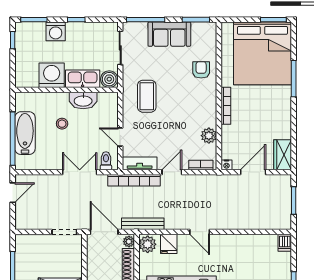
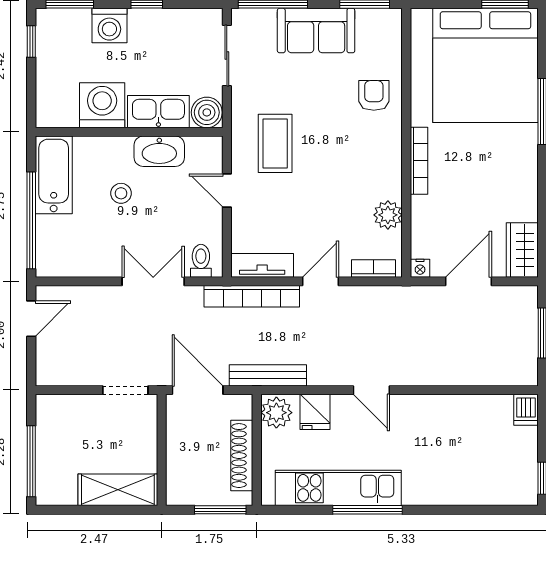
bathtub: (25, 133) -> (54, 175), moved
door: (120, 137) -> (227, 191), moved
plant: (129, 242) -> (242, 408), removed

